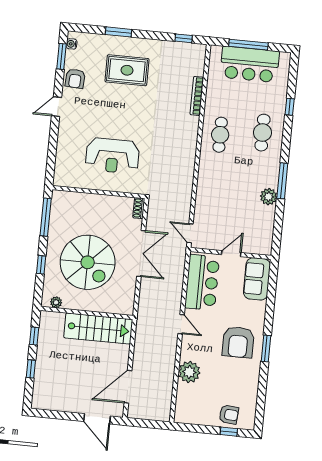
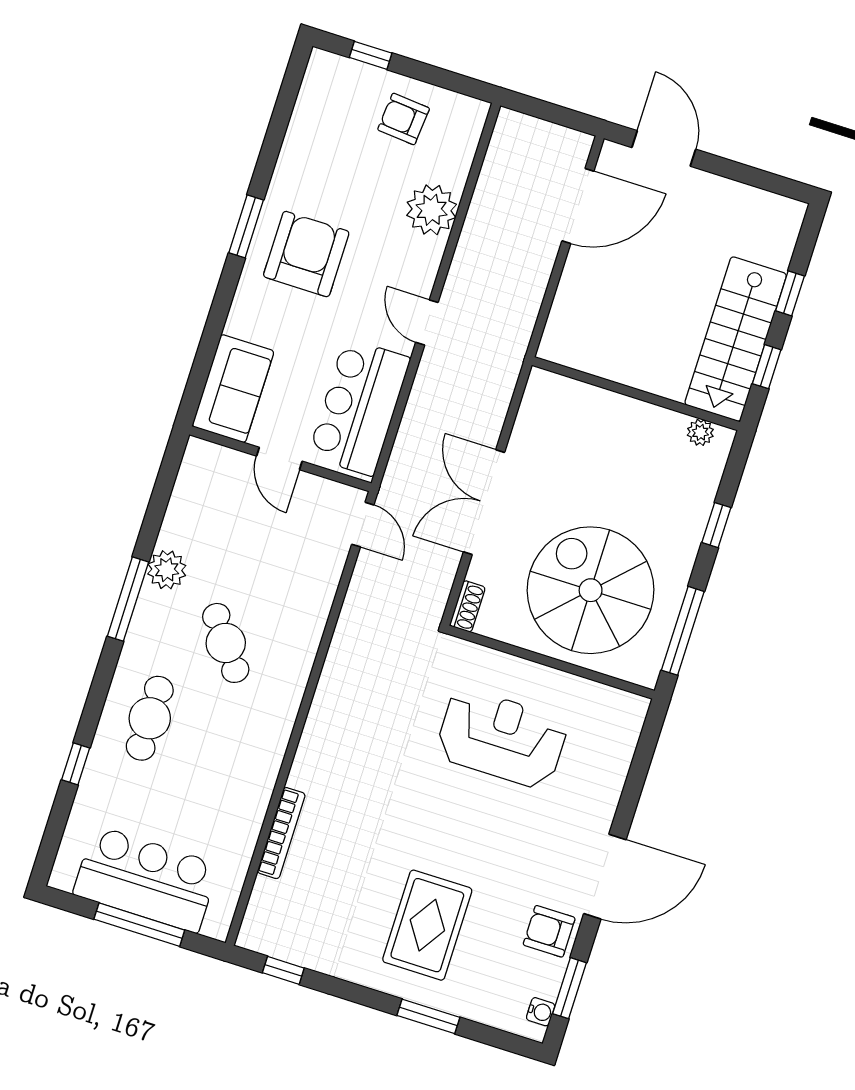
rug: (127, 70) -> (427, 925), turned 90
armchair: (75, 79) -> (549, 931), turned -93
door: (57, 107) -> (605, 877), width x1.88
cafe table: (220, 135) -> (226, 643), moved, turned -37
door: (231, 254) -> (279, 459), hinge flipped
spiral stairs: (88, 262) -> (591, 590), moved
stairs: (98, 329) -> (736, 339), moved, turned -90
armchair: (229, 415) -> (404, 119), moved

